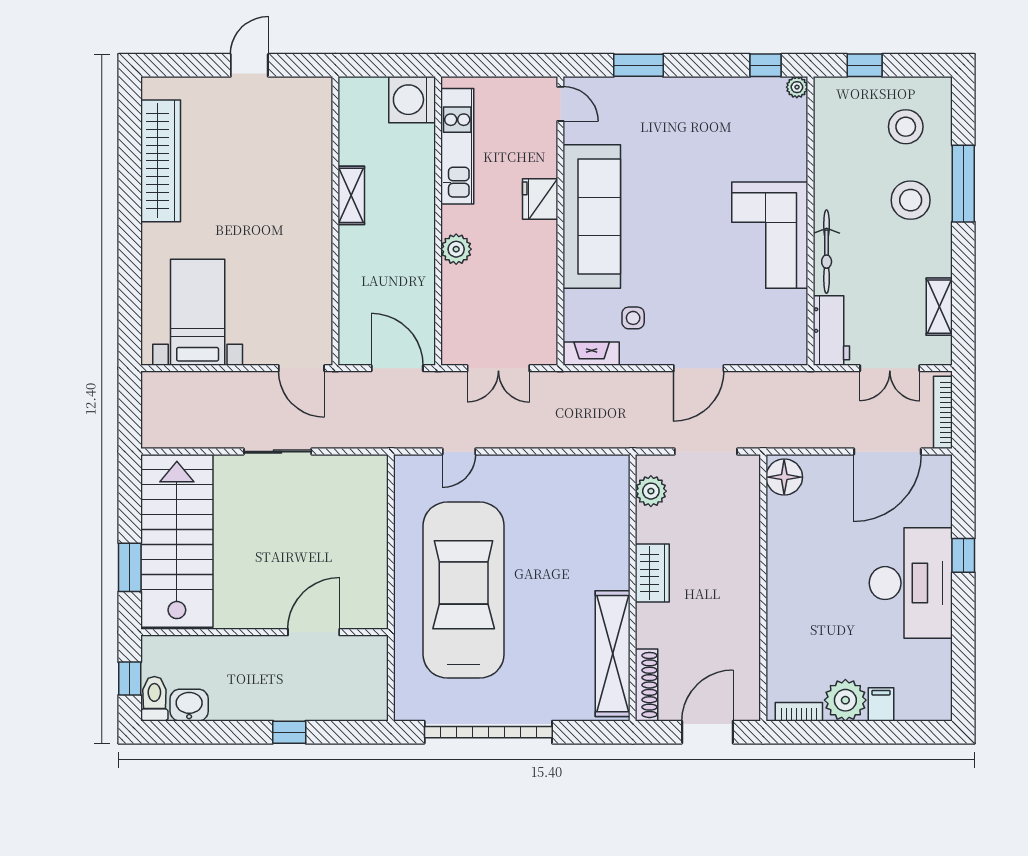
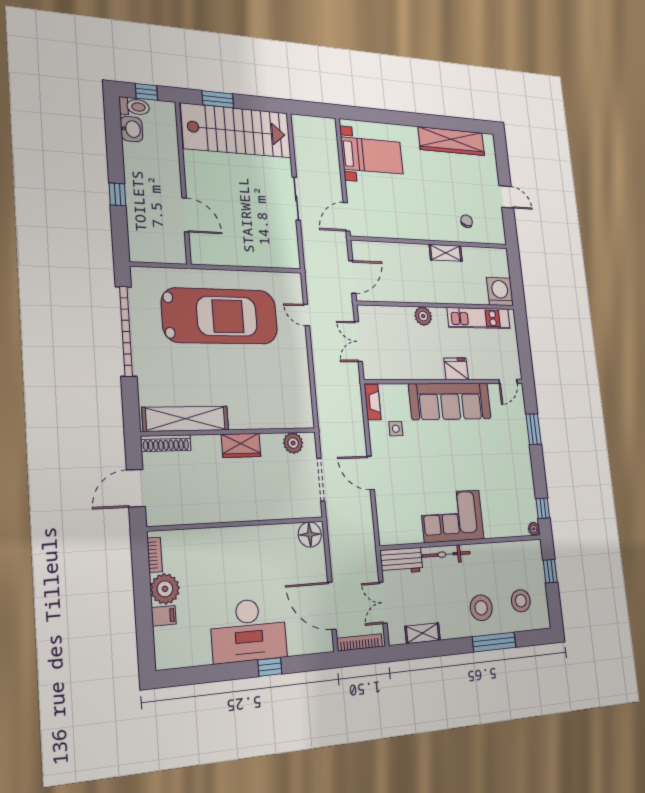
chair: (296, 149) -> (467, 221), added
door: (707, 732) -> (136, 488), swing flipped

